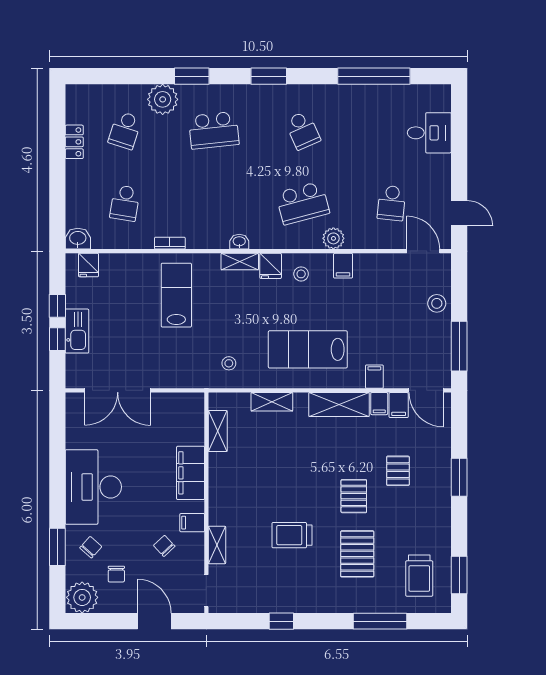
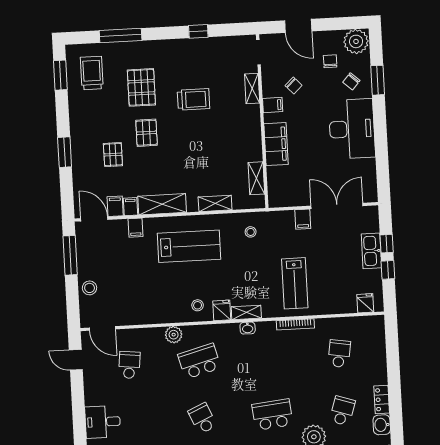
washbasin: (78, 239) -> (382, 425), moved, turned 90
bookcase: (170, 243) -> (295, 324), width x1.56
filing cabinet: (343, 266) -> (303, 219), moved, turned 180

